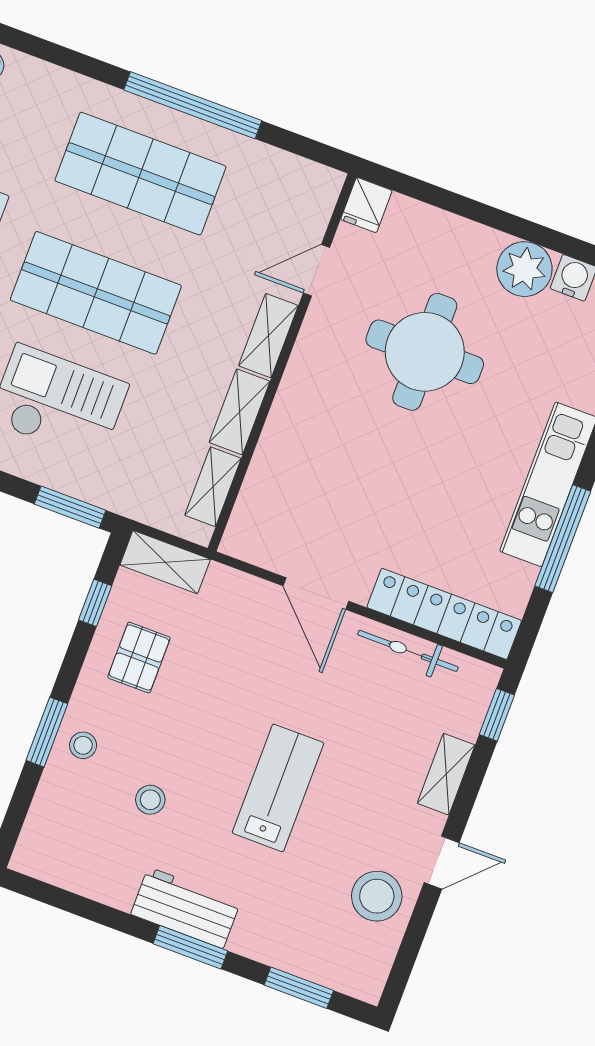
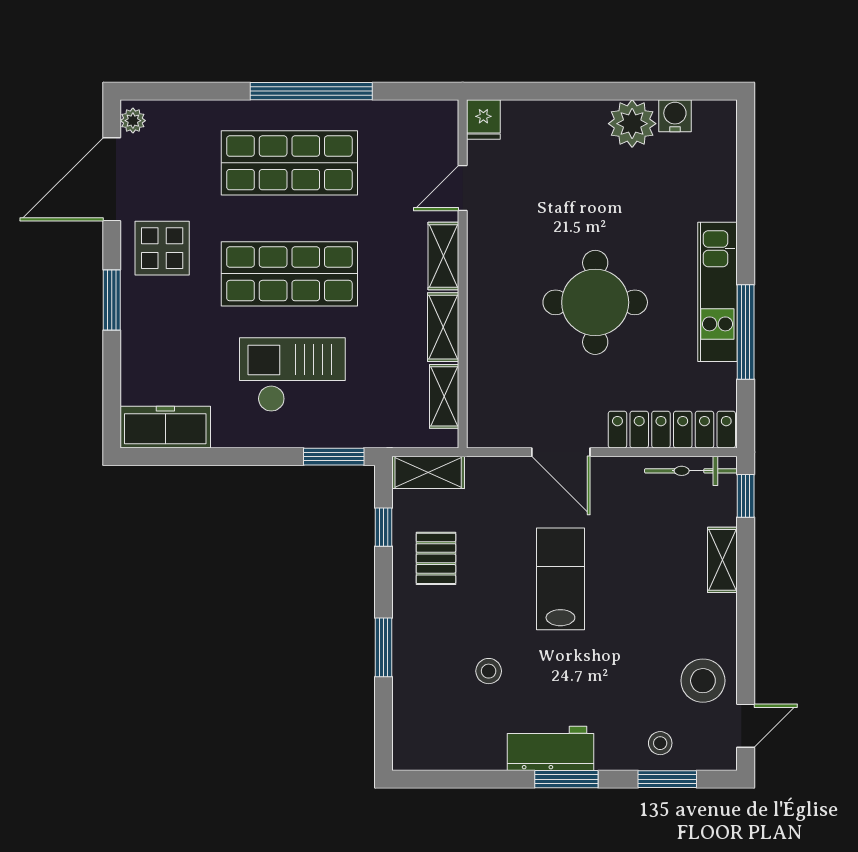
round table: (425, 352) -> (595, 302), moved
bicycle: (408, 651) -> (691, 471), moved
stool: (83, 745) -> (660, 743), moved
lab bench: (278, 788) -> (560, 579), moved
door: (442, 863) -> (746, 726), moved

